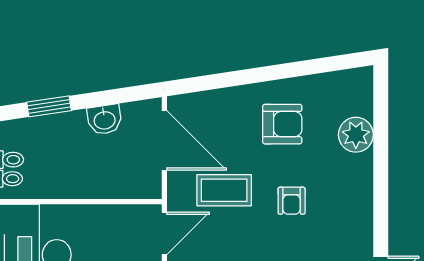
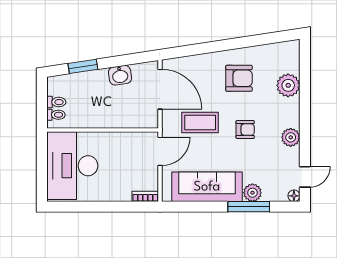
armchair: (292, 201) -> (245, 130), turned -90
plant: (360, 212) -> (291, 137), added

